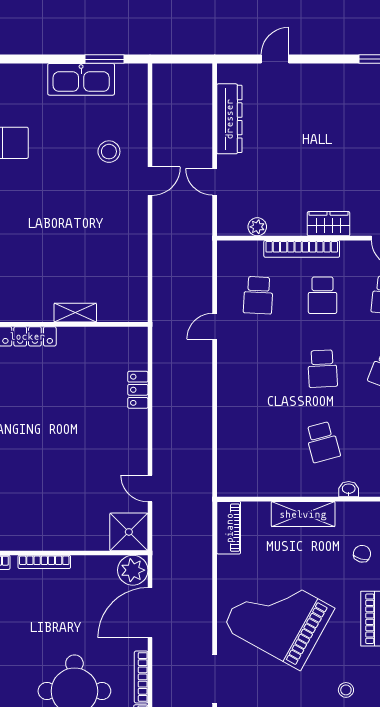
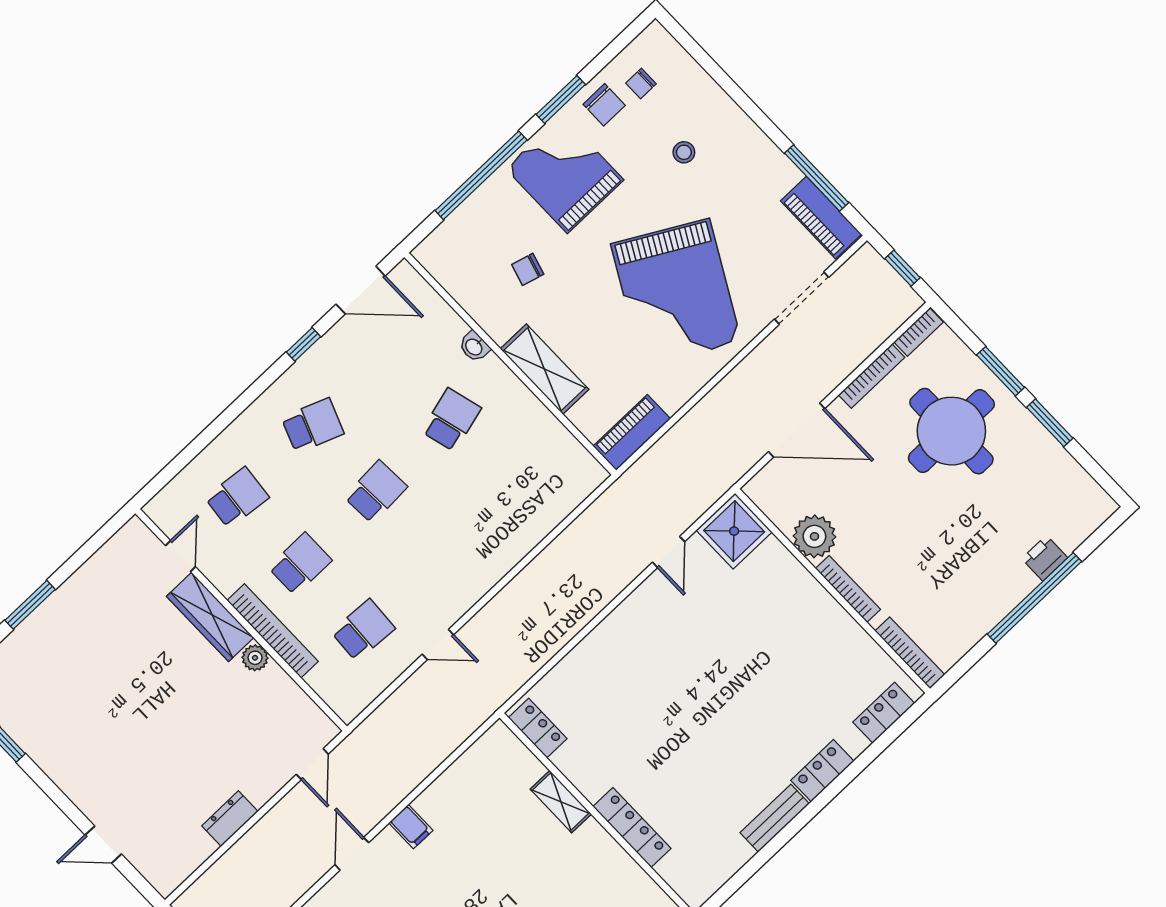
dresser: (229, 119) -> (230, 819), width x0.51, depth x0.80
door: (150, 181) -> (352, 854), hinge flipped
door: (215, 182) -> (312, 764), moved
filing cabinet: (135, 224) -> (411, 827), added
wardrobe: (329, 224) -> (210, 617), width x1.50
plant: (257, 227) -> (255, 658), moved
locker: (138, 390) -> (538, 728), moved, turned -90
plant: (133, 570) -> (814, 536), moved

